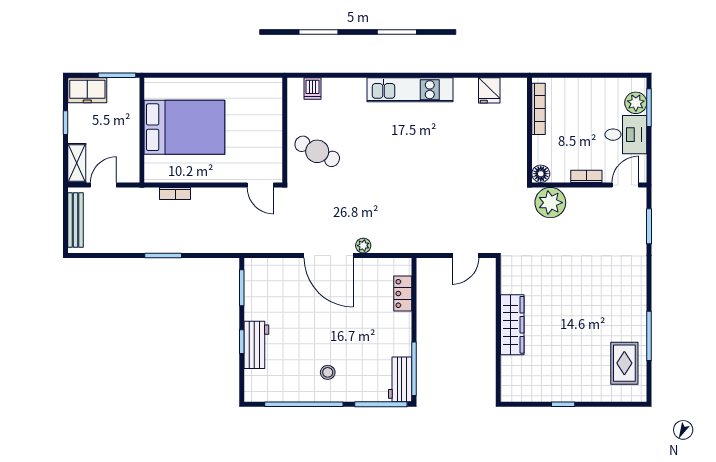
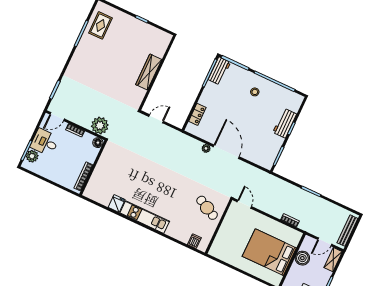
fridge: (489, 90) -> (117, 204), moved
boiler: (127, 142) -> (302, 258), added

